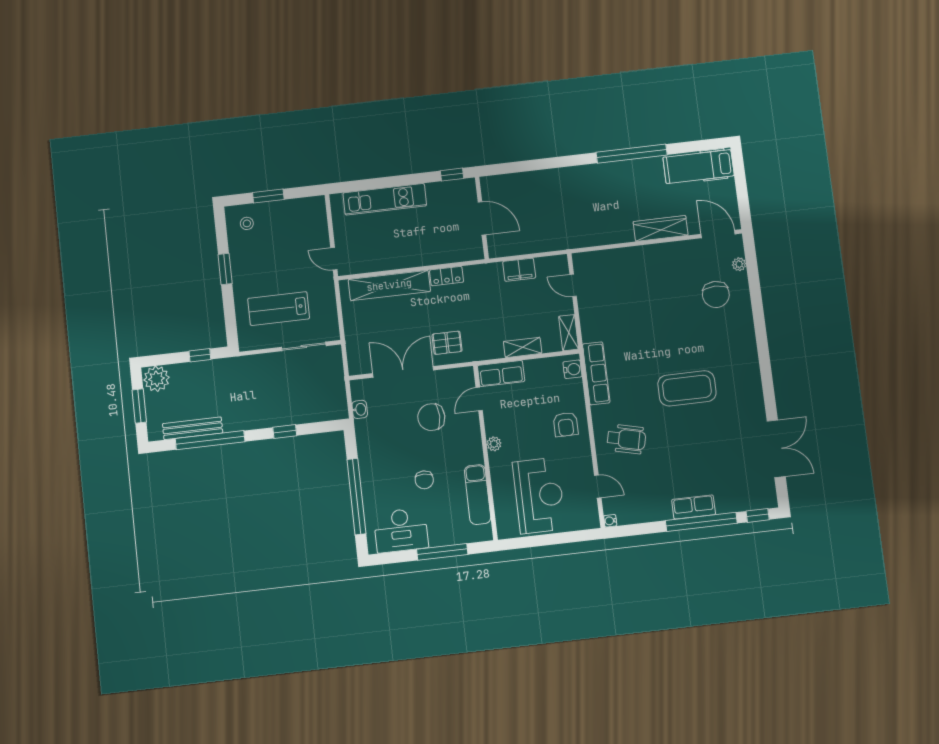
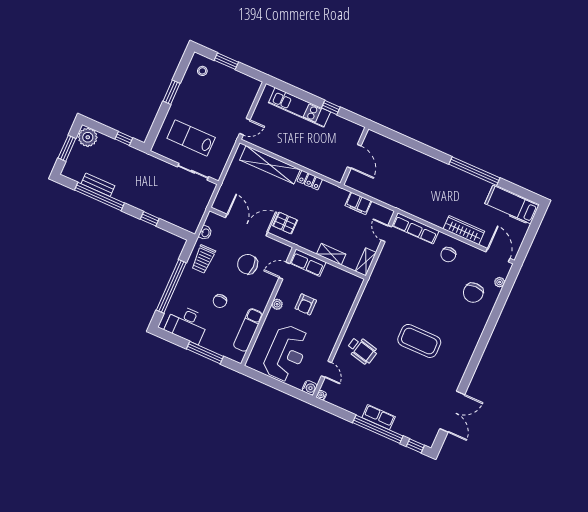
window: (452, 175) -> (331, 107), moved
door: (334, 259) -> (245, 127), swing flipped
chair: (660, 267) -> (448, 255), added
water cooler: (572, 369) -> (310, 388), moved
row of seats: (596, 373) -> (415, 228), moved, turned 90
armchair: (566, 424) -> (306, 304), moved
bench: (193, 428) -> (98, 185), width x0.73
trolley: (376, 442) -> (203, 259), added

